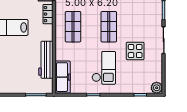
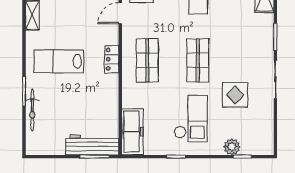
locker: (48, 14) -> (112, 59), moved
workbench: (46, 60) -> (92, 145), moved, turned 90
plant: (157, 88) -> (232, 147), moved

